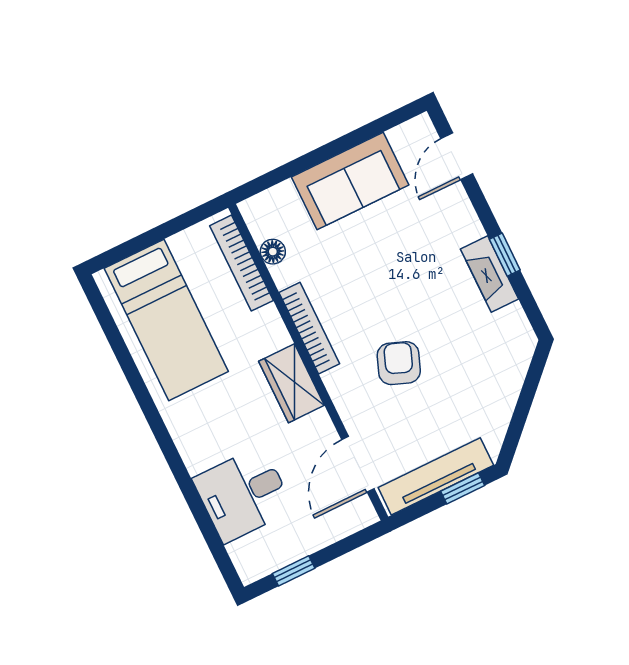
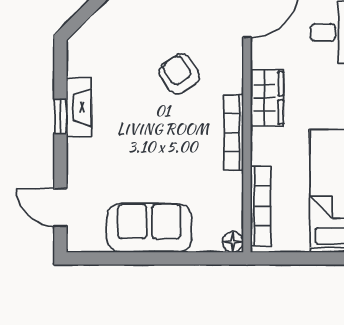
door: (457, 156) -> (60, 207), swing flipped
floor lamp: (273, 252) -> (233, 242), moved
armchair: (399, 363) -> (179, 74), turned 125

